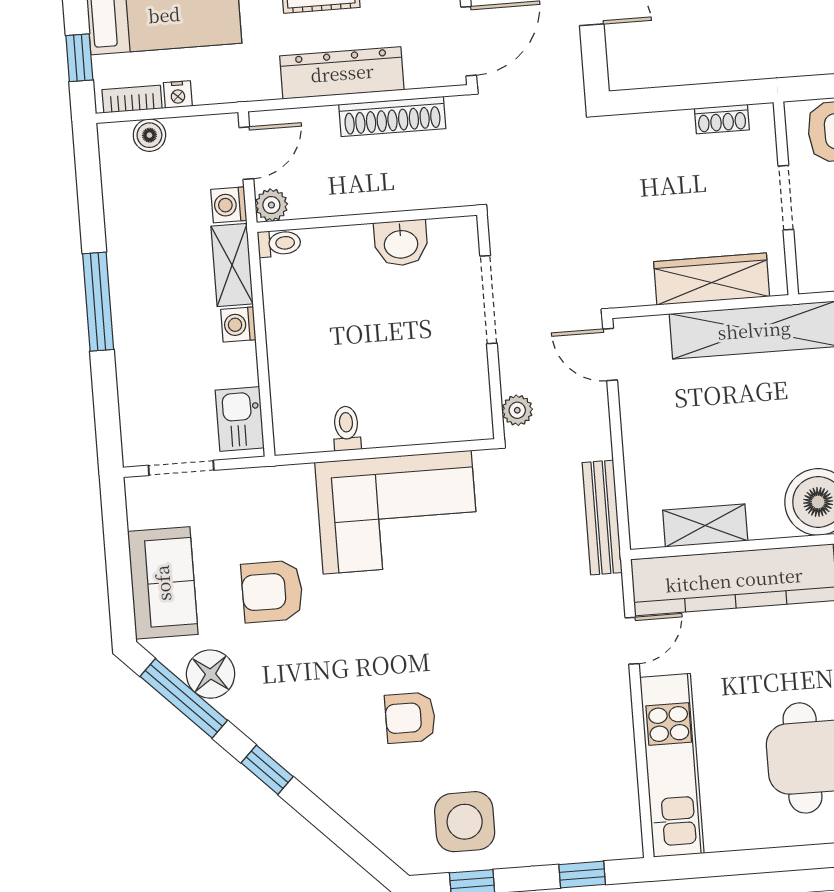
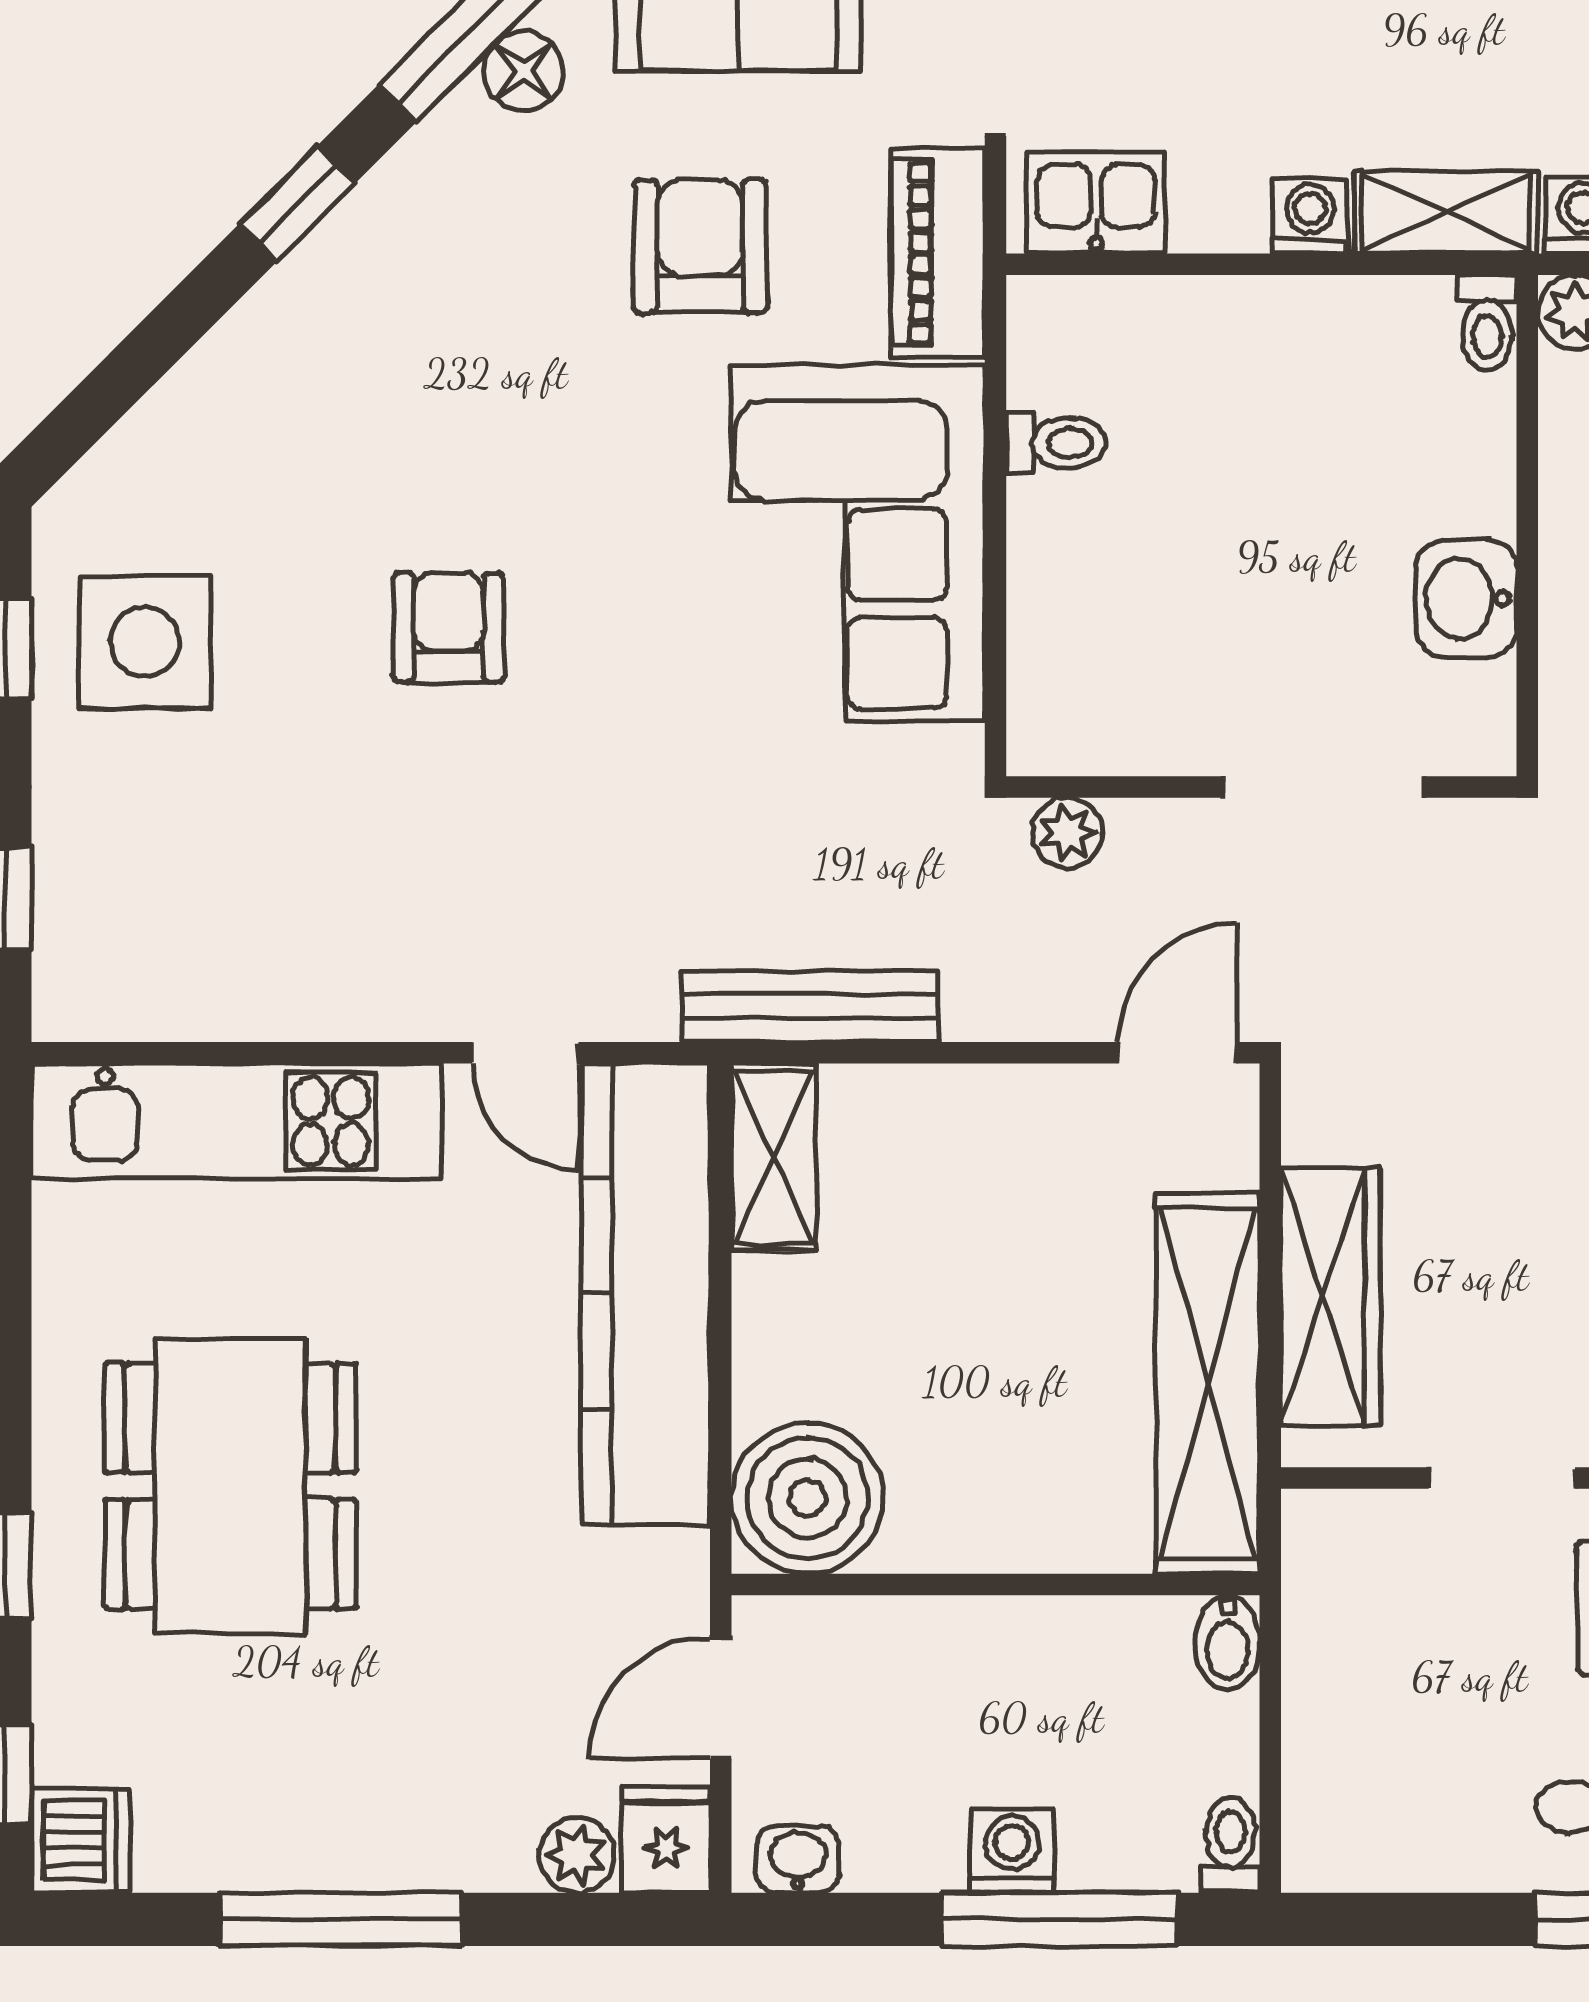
piano: (267, 487) -> (938, 253), added
shelving: (705, 525) -> (774, 1157), moved
floor lamp: (211, 674) -> (523, 71), width x0.73, depth x0.73
armchair: (410, 718) -> (449, 627), moved

